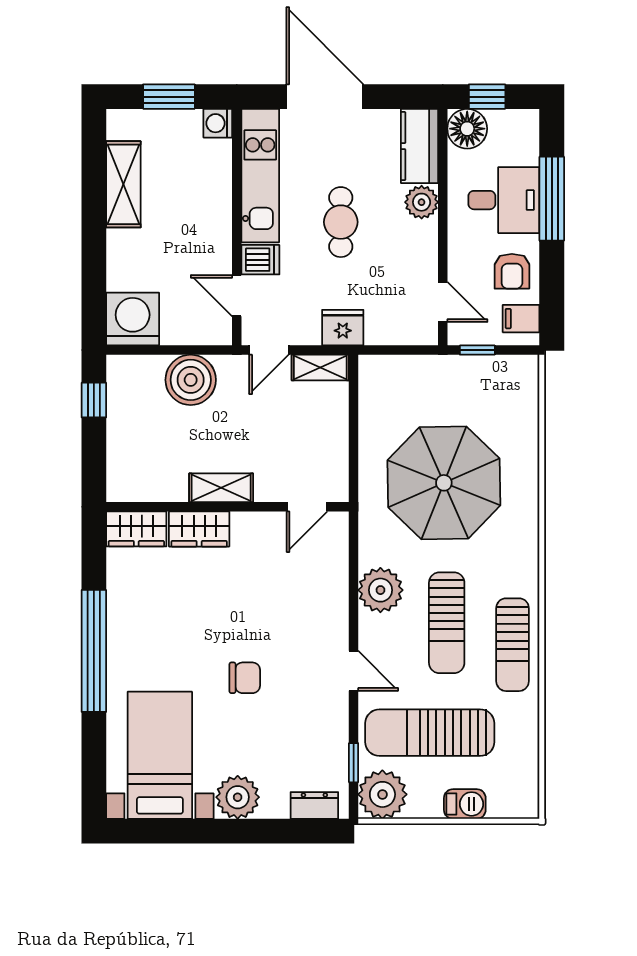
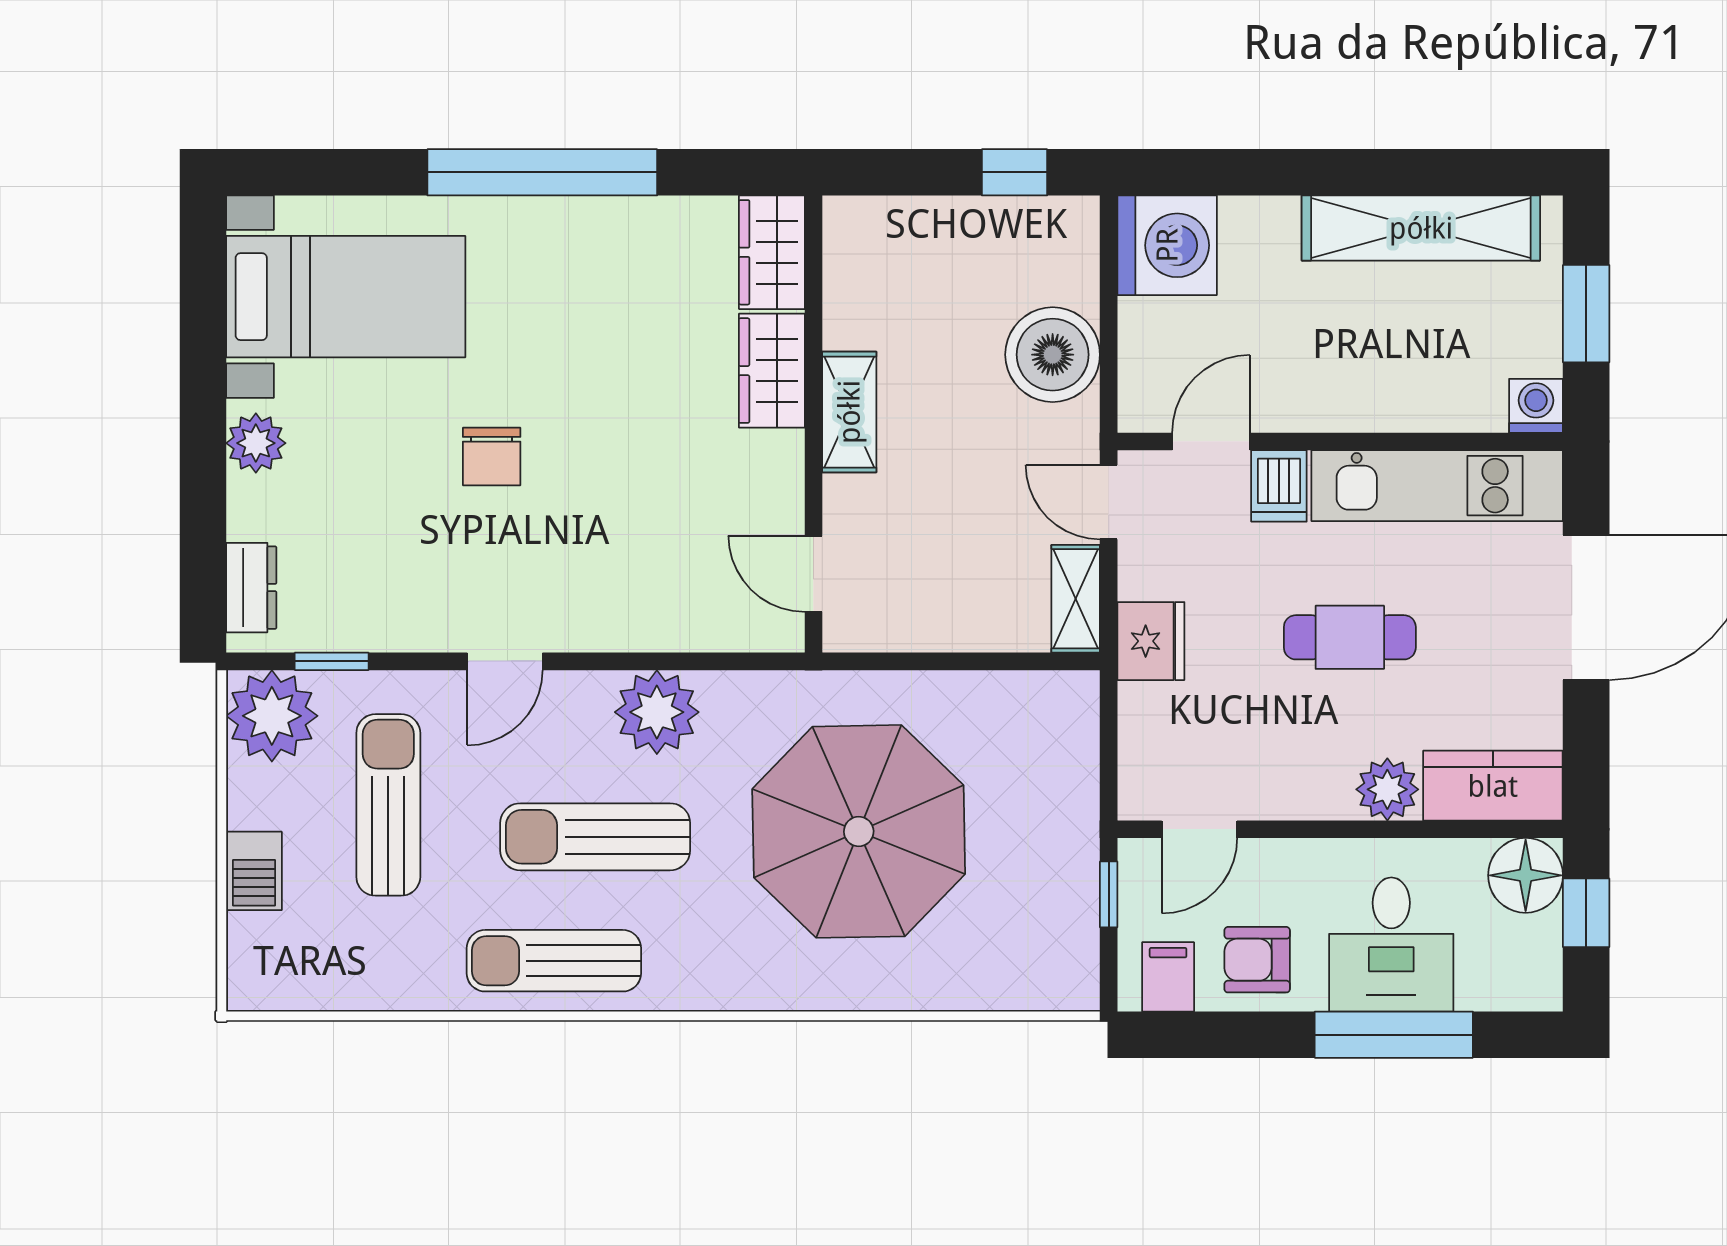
shelving: (123, 184) -> (1421, 228), width x1.47
sun lounger: (430, 733) -> (388, 805), width x0.73, depth x0.75
plant: (238, 797) -> (256, 443), width x0.73, depth x0.73

